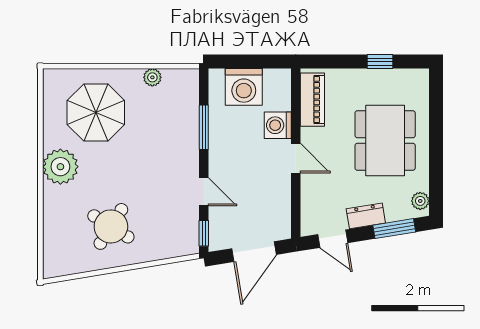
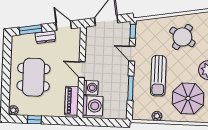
washing machine: (244, 87) -> (93, 106), moved, turned 90
sun lounger: (153, 152) -> (158, 76), added
plant: (420, 201) -> (13, 110), moved

